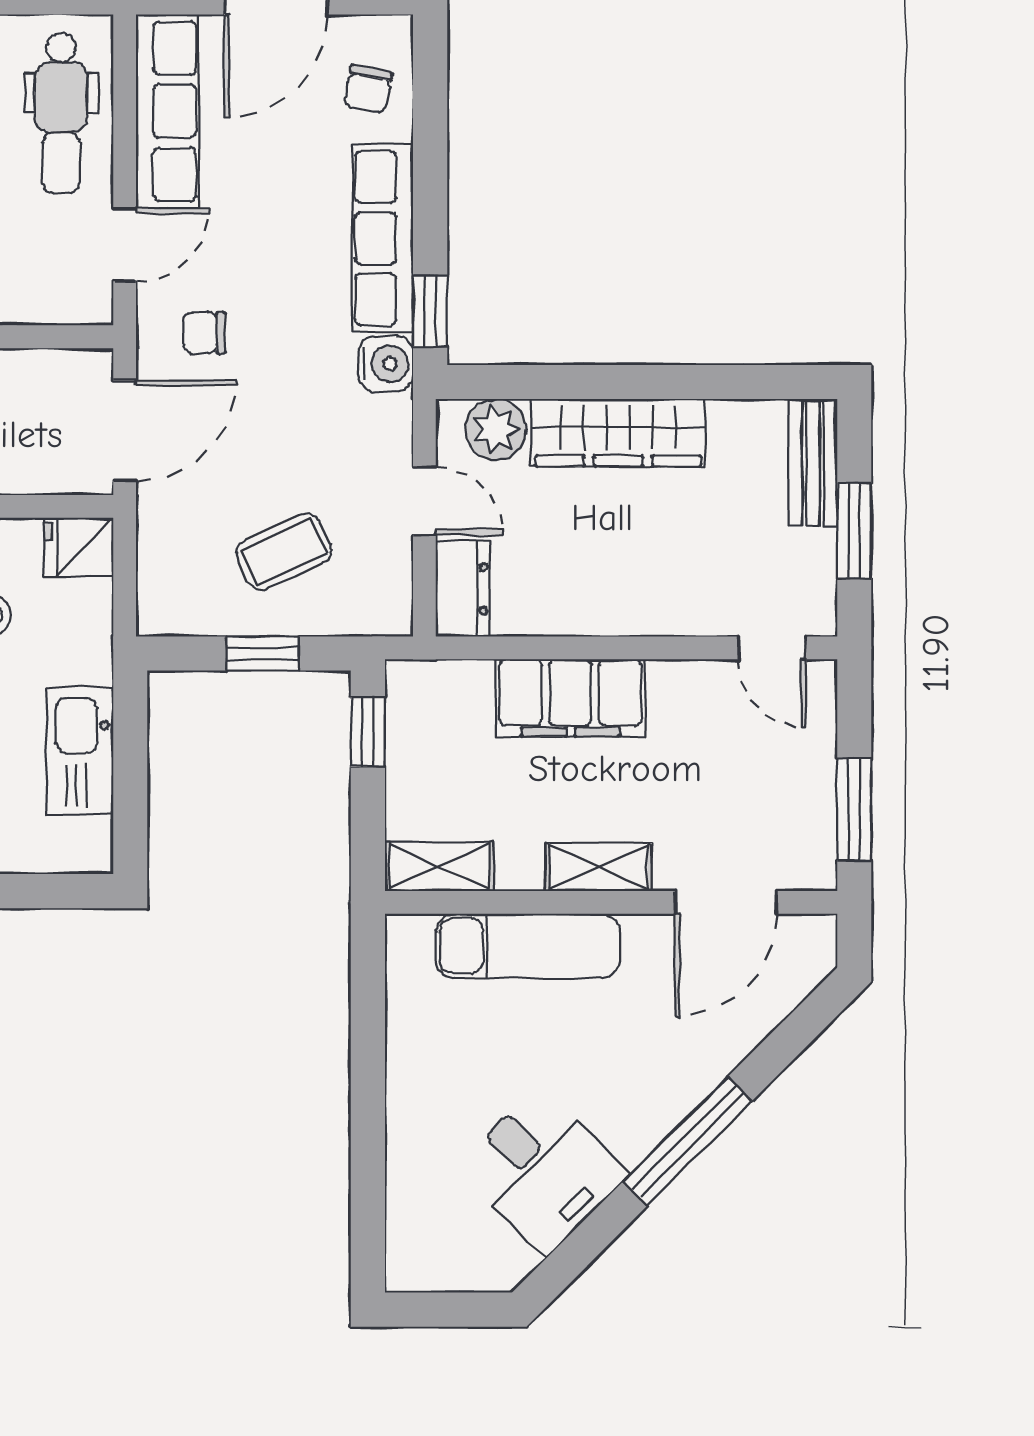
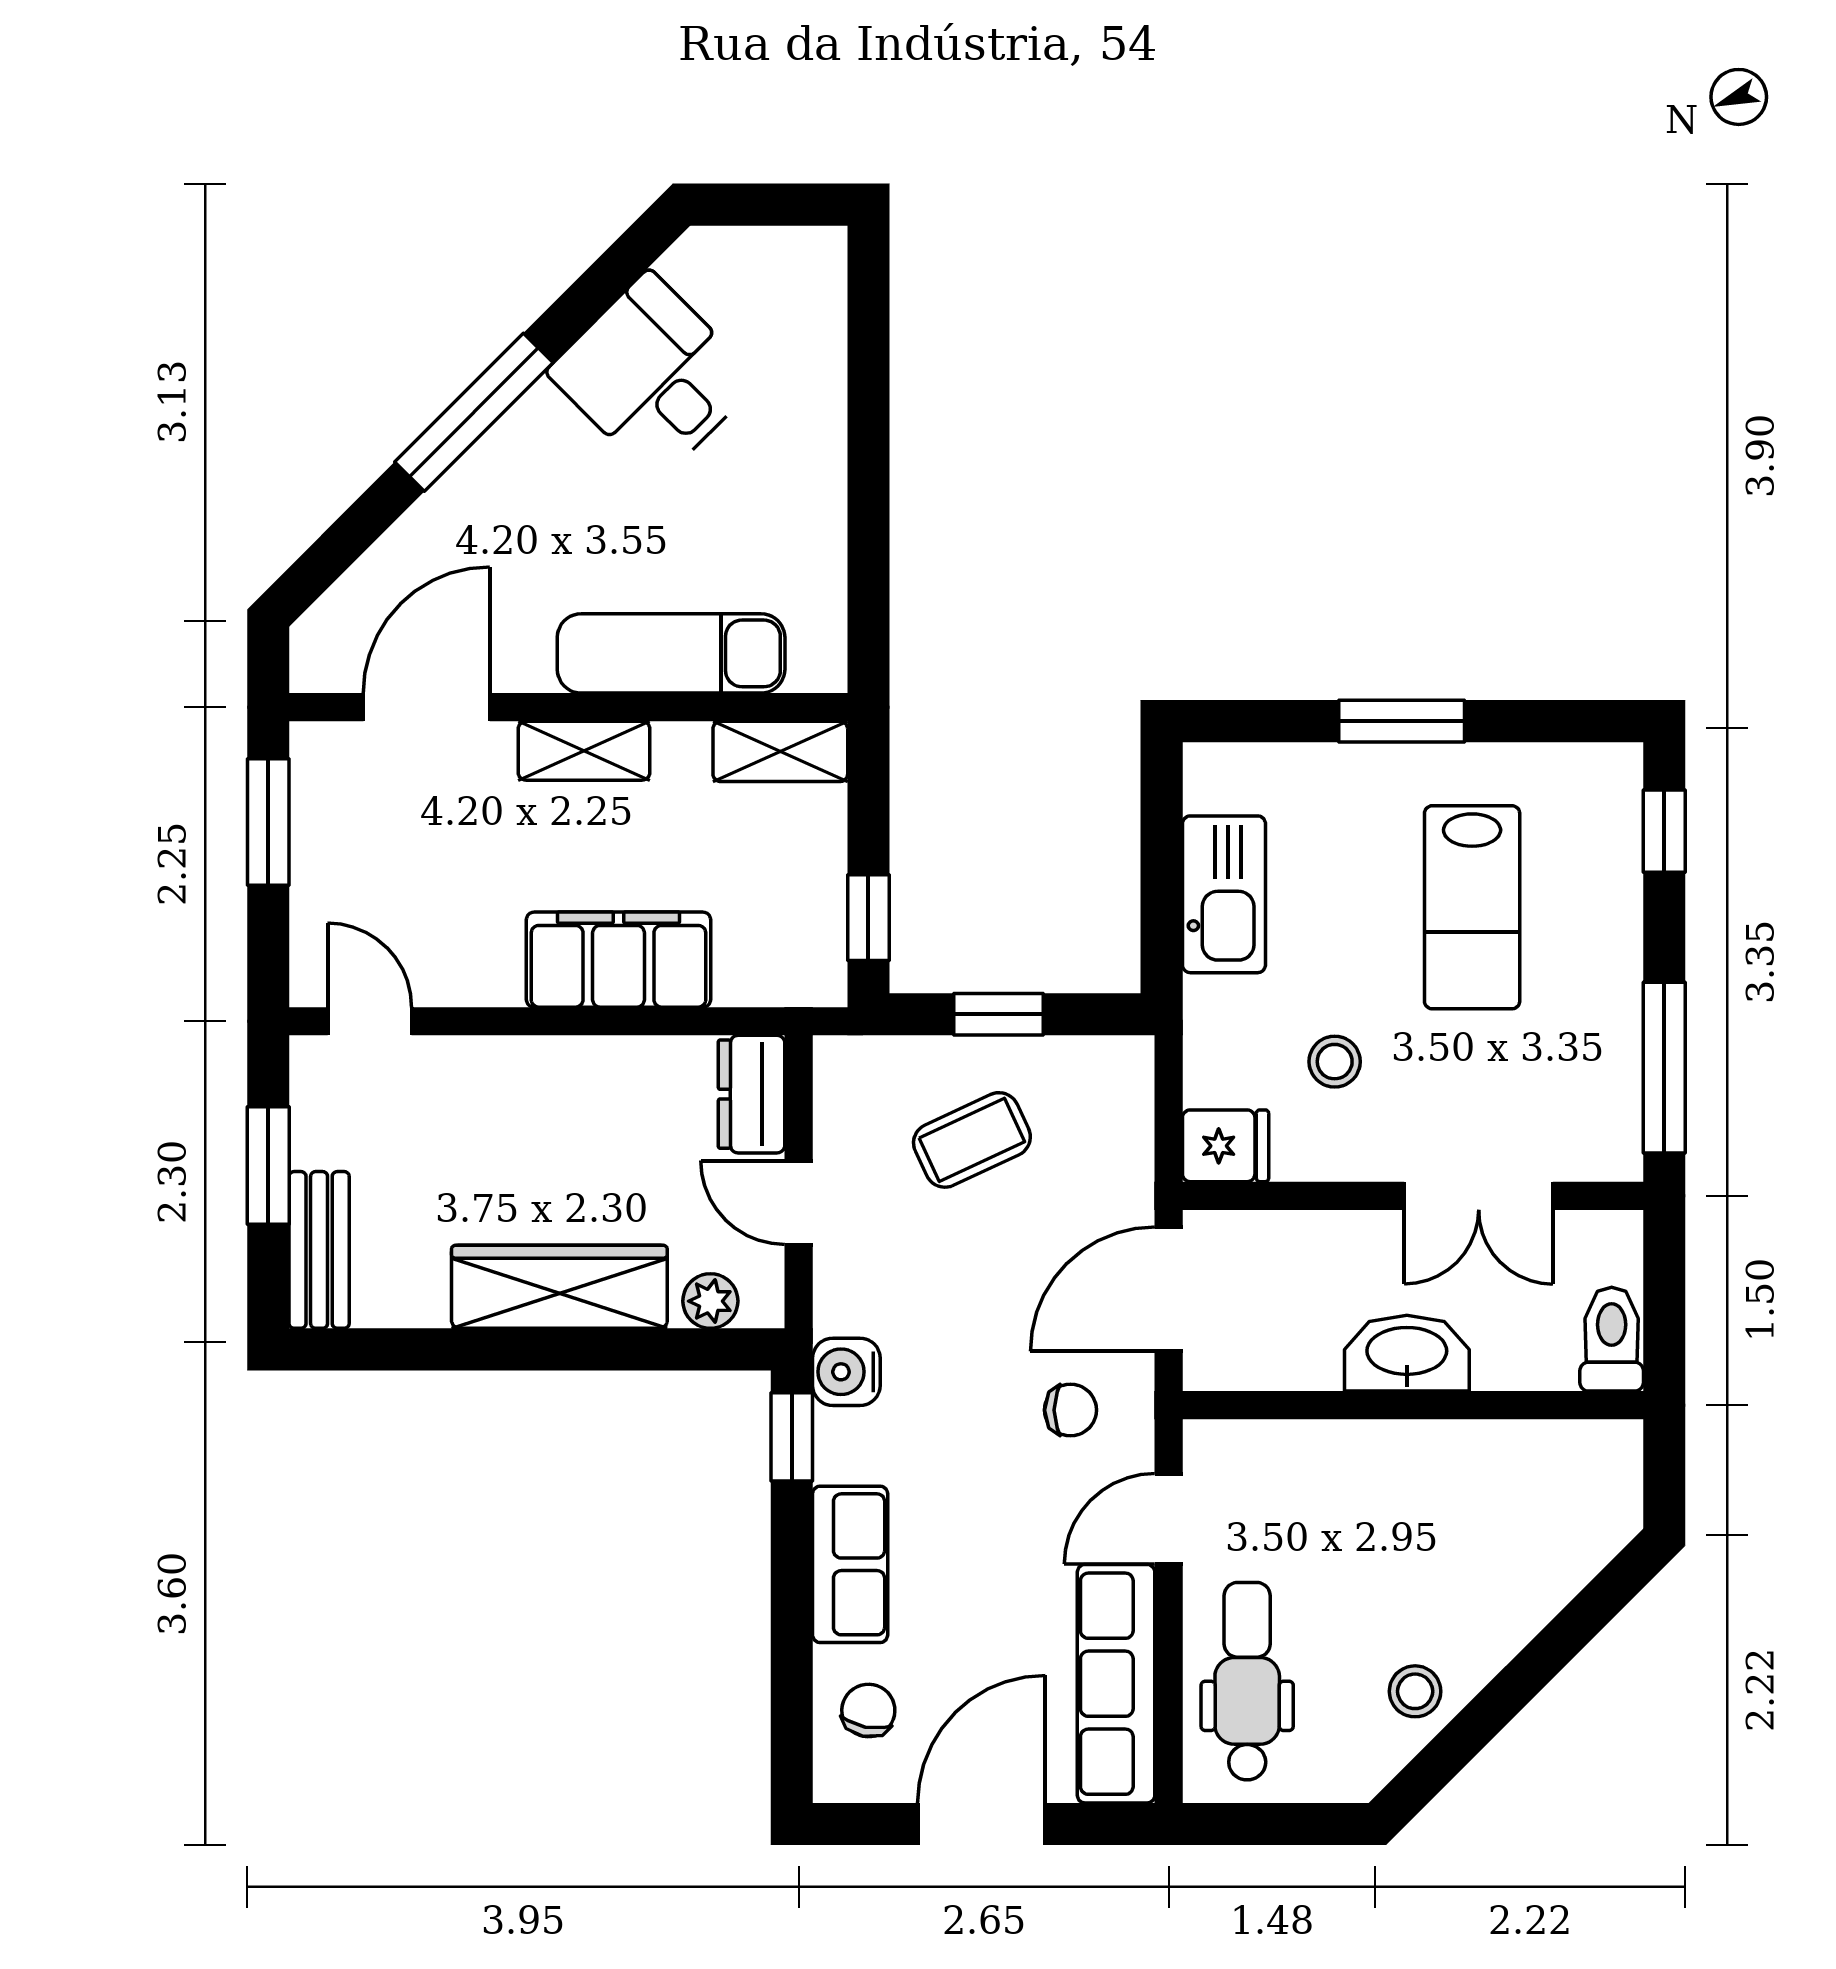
row of seats: (383, 238) -> (850, 1564), width x0.68
plant: (496, 429) -> (710, 1301), width x0.73, depth x0.73

